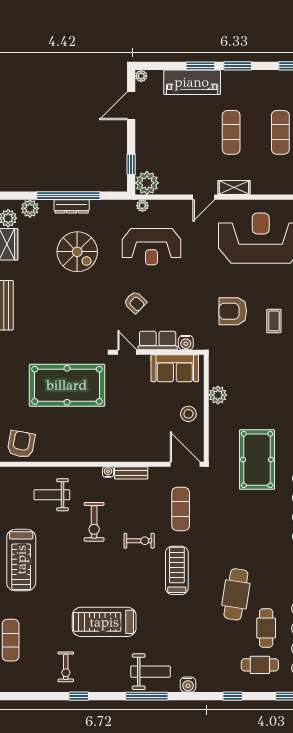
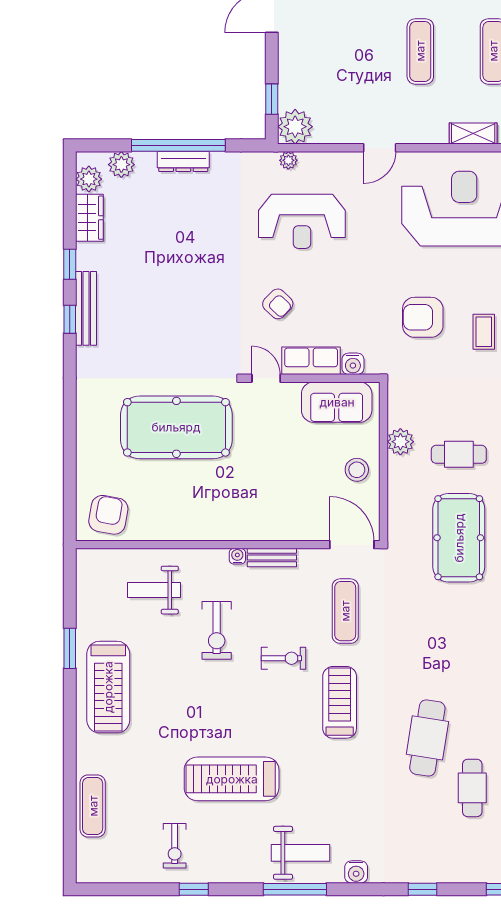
shelving: (234, 188) -> (473, 133), moved
spiral stairs: (77, 252) -> (192, 229), removed
cafe table: (260, 665) -> (459, 454), moved

